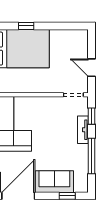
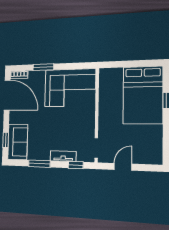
window: (92, 156) -> (39, 164), width x0.69
sofa: (54, 182) -> (18, 142), moved

